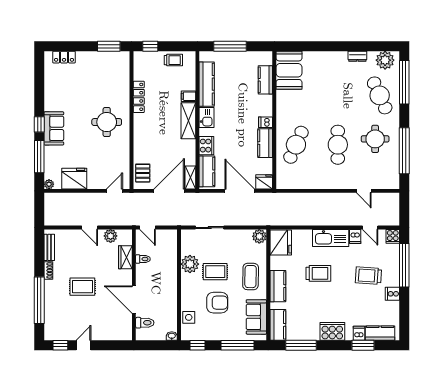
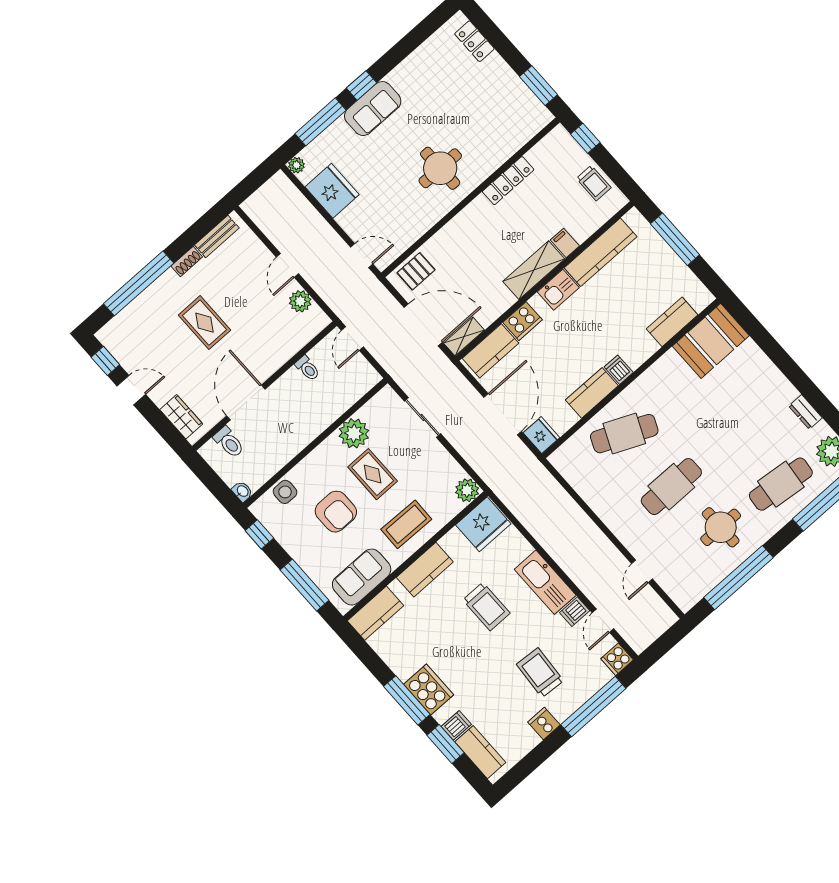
cafe table: (380, 95) -> (781, 484), turned 30
wardrobe: (125, 257) -> (181, 417), moved, turned 90
window: (301, 345) -> (407, 700), moved

